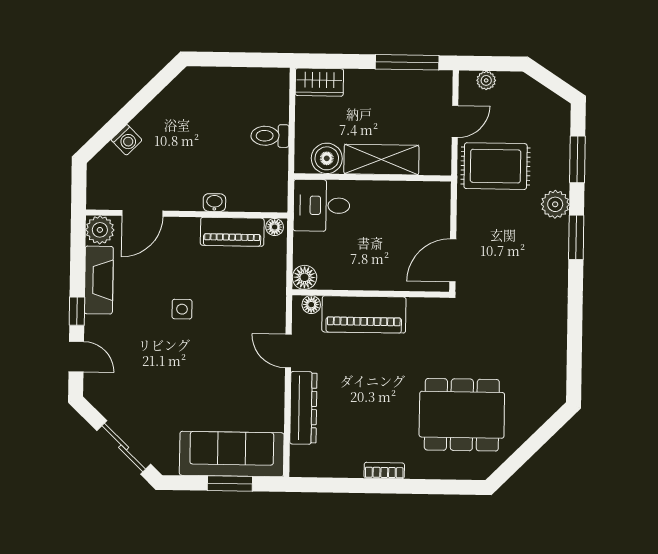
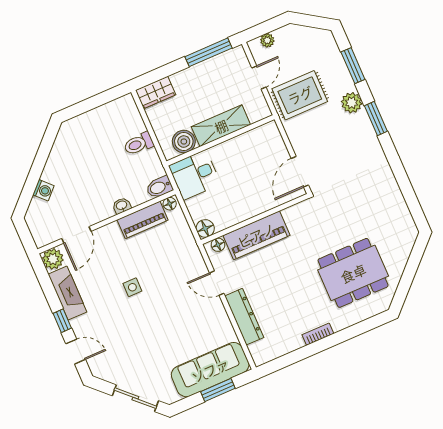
bidet: (271, 201) -> (159, 187), added

